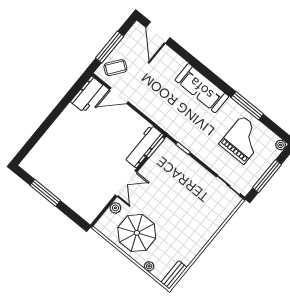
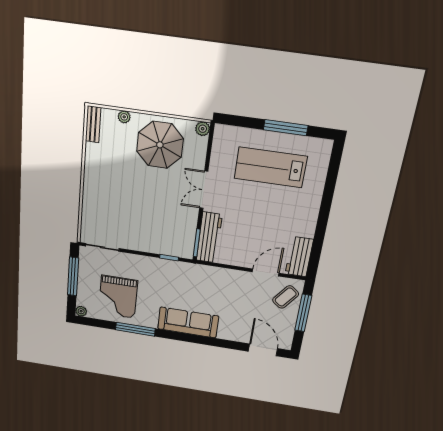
lab bench: (71, 172) -> (270, 167), added
plant: (115, 208) -> (203, 129), moved

